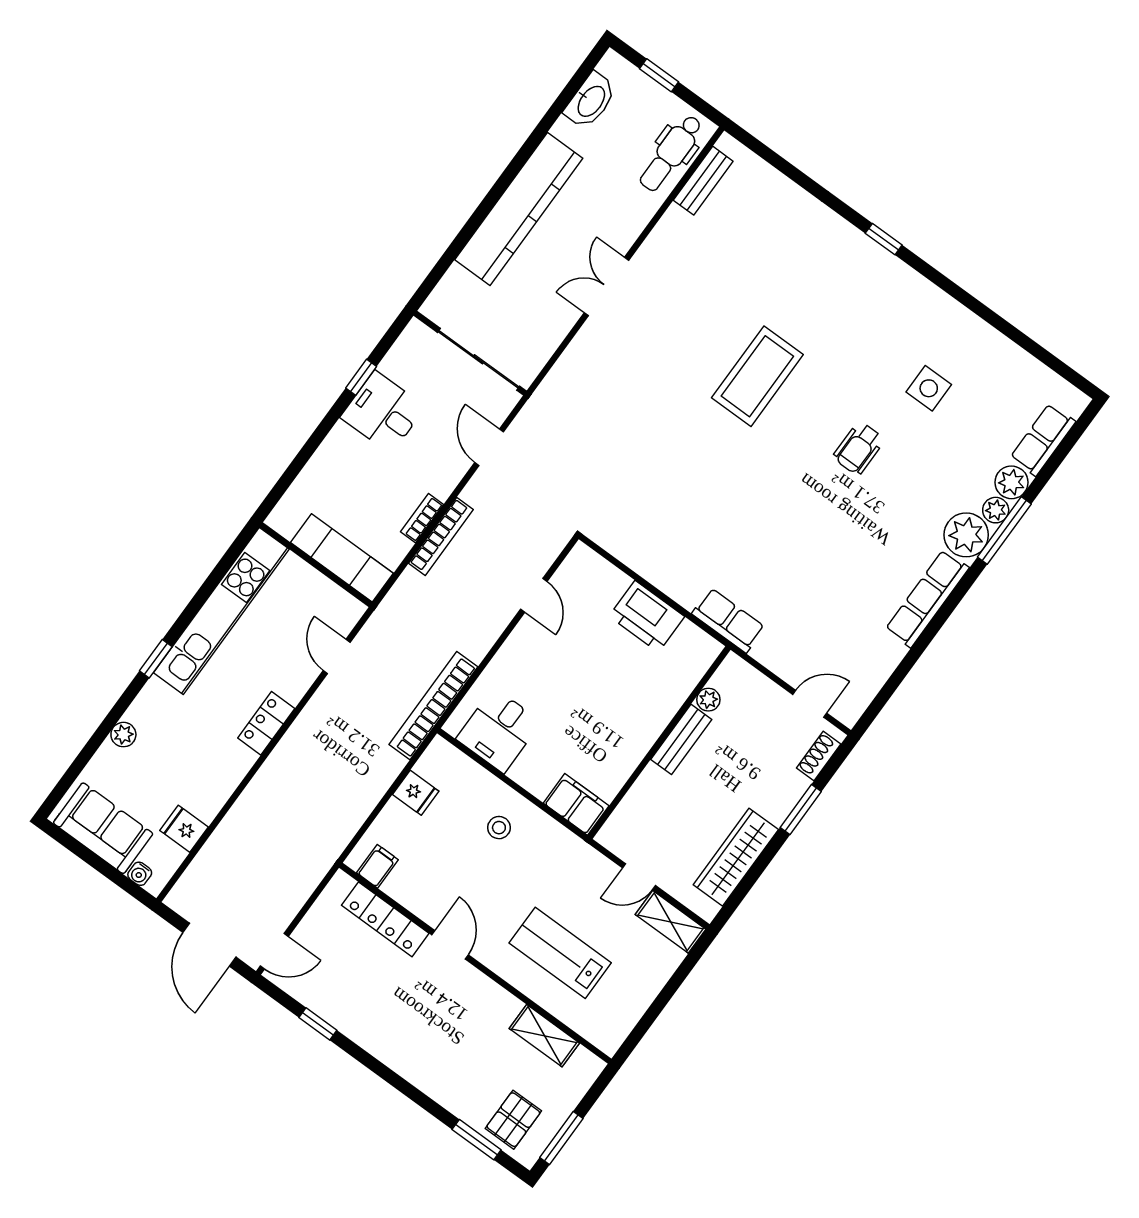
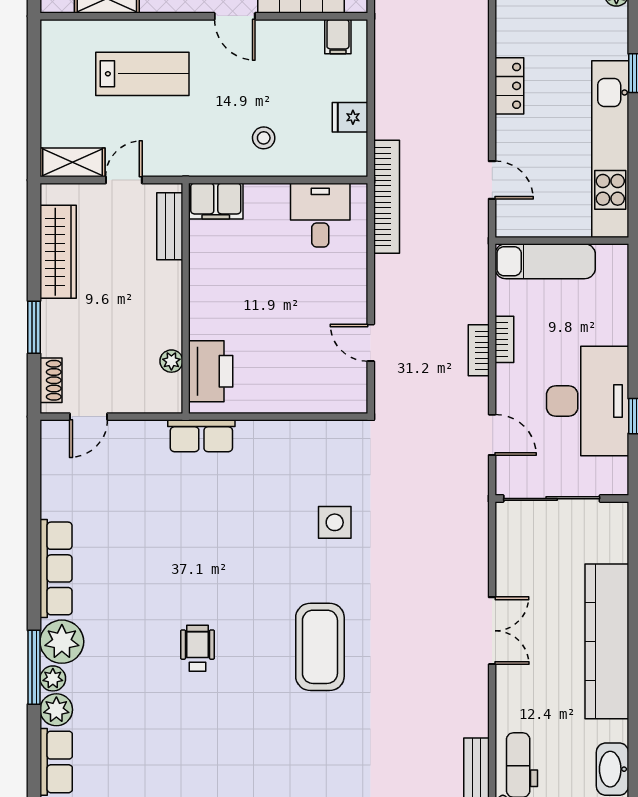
side table: (929, 388) -> (335, 522), moved
desk: (383, 412) -> (588, 401), width x1.87, depth x1.30
bookcase: (441, 536) -> (479, 350), width x0.64
printer: (647, 616) -> (211, 371), moved, turned 90
bench: (681, 739) -> (170, 226), moved

